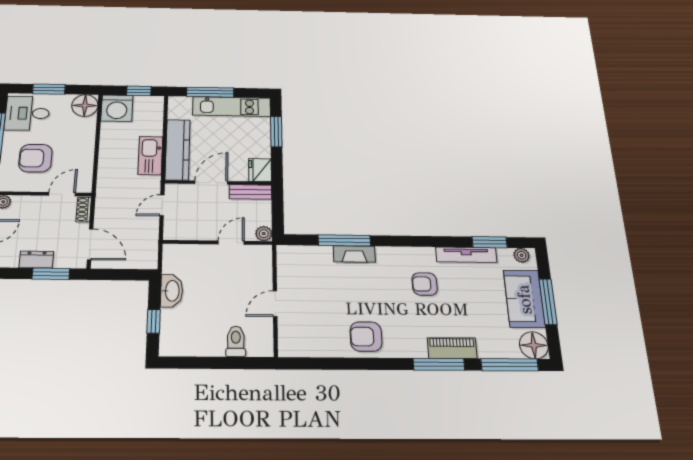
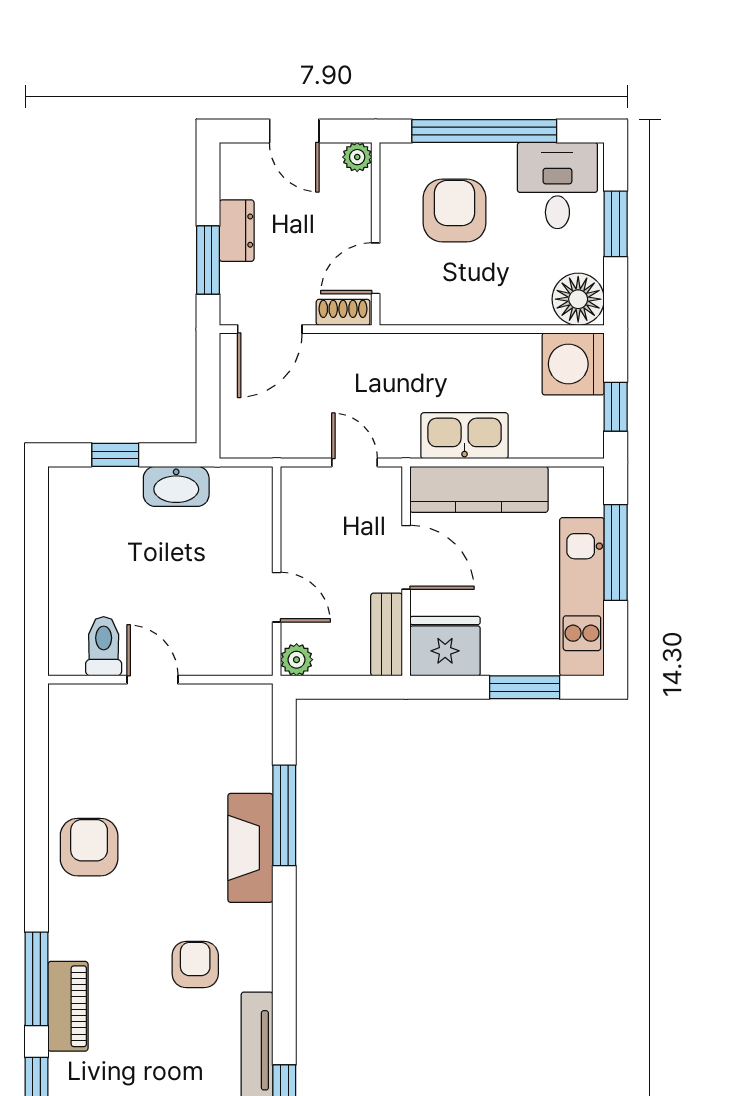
fridge: (260, 170) -> (445, 646), width x1.36, depth x1.34
door: (62, 194) -> (376, 268), swing flipped
fireplace: (354, 254) -> (250, 848), width x1.37, depth x1.32
toilet: (236, 341) -> (104, 646), moved, turned -90

